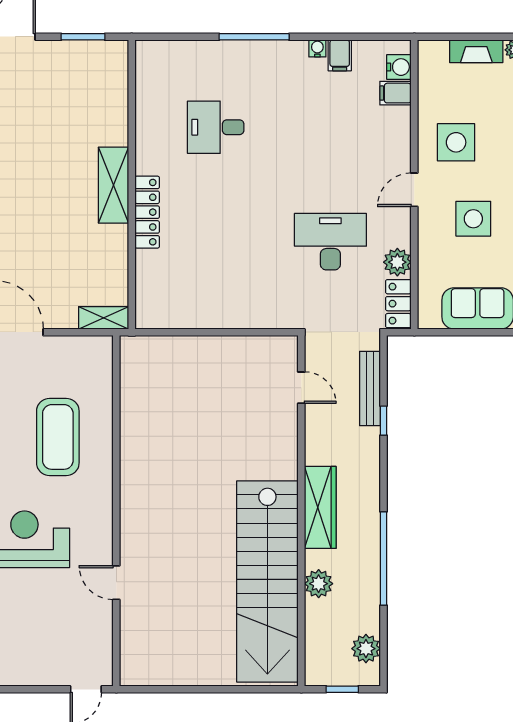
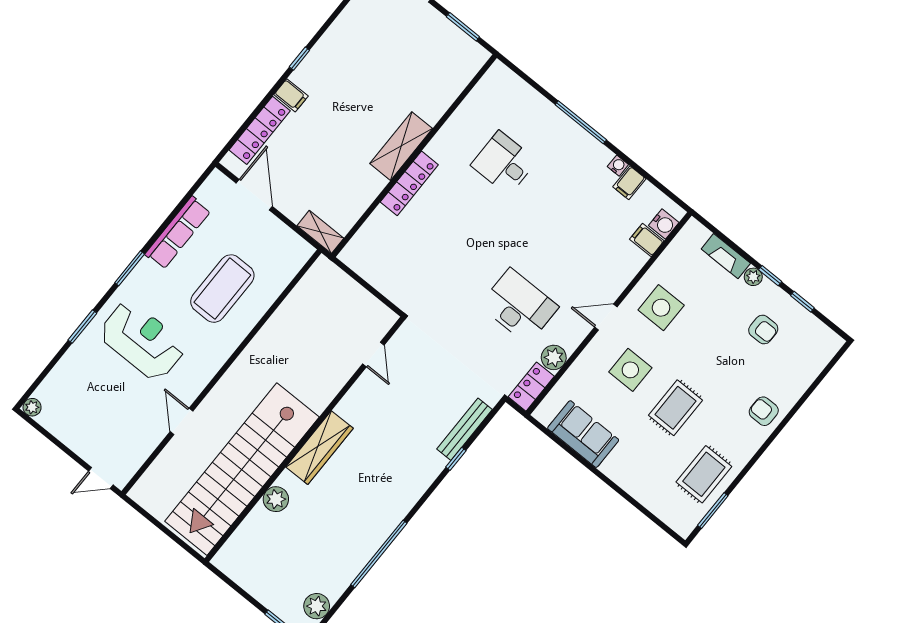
door: (301, 388) -> (373, 354), moved
wardrobe: (320, 507) -> (320, 448), moved
wall: (301, 511) -> (305, 439), moved
stairs: (267, 581) -> (242, 469), moved
plant: (319, 584) -> (276, 499), moved

